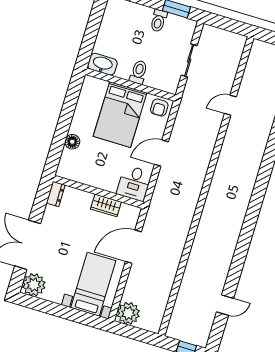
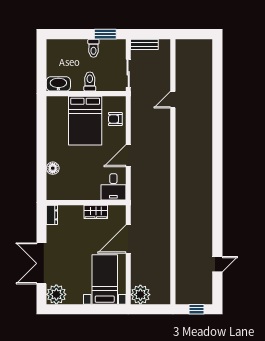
bench: (217, 33) -> (144, 44), added
washbasin: (102, 64) -> (58, 84), moved
toilet: (139, 72) -> (90, 82), moved
wall: (130, 85) -> (86, 94), moved
armchair: (159, 108) -> (115, 119), turned 90
bed: (120, 114) -> (85, 121), moved

